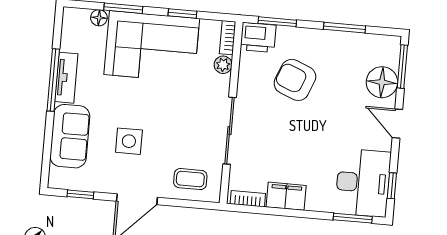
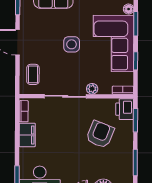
plant: (223, 65) -> (92, 89), moved
side table: (129, 141) -> (72, 44), moved

